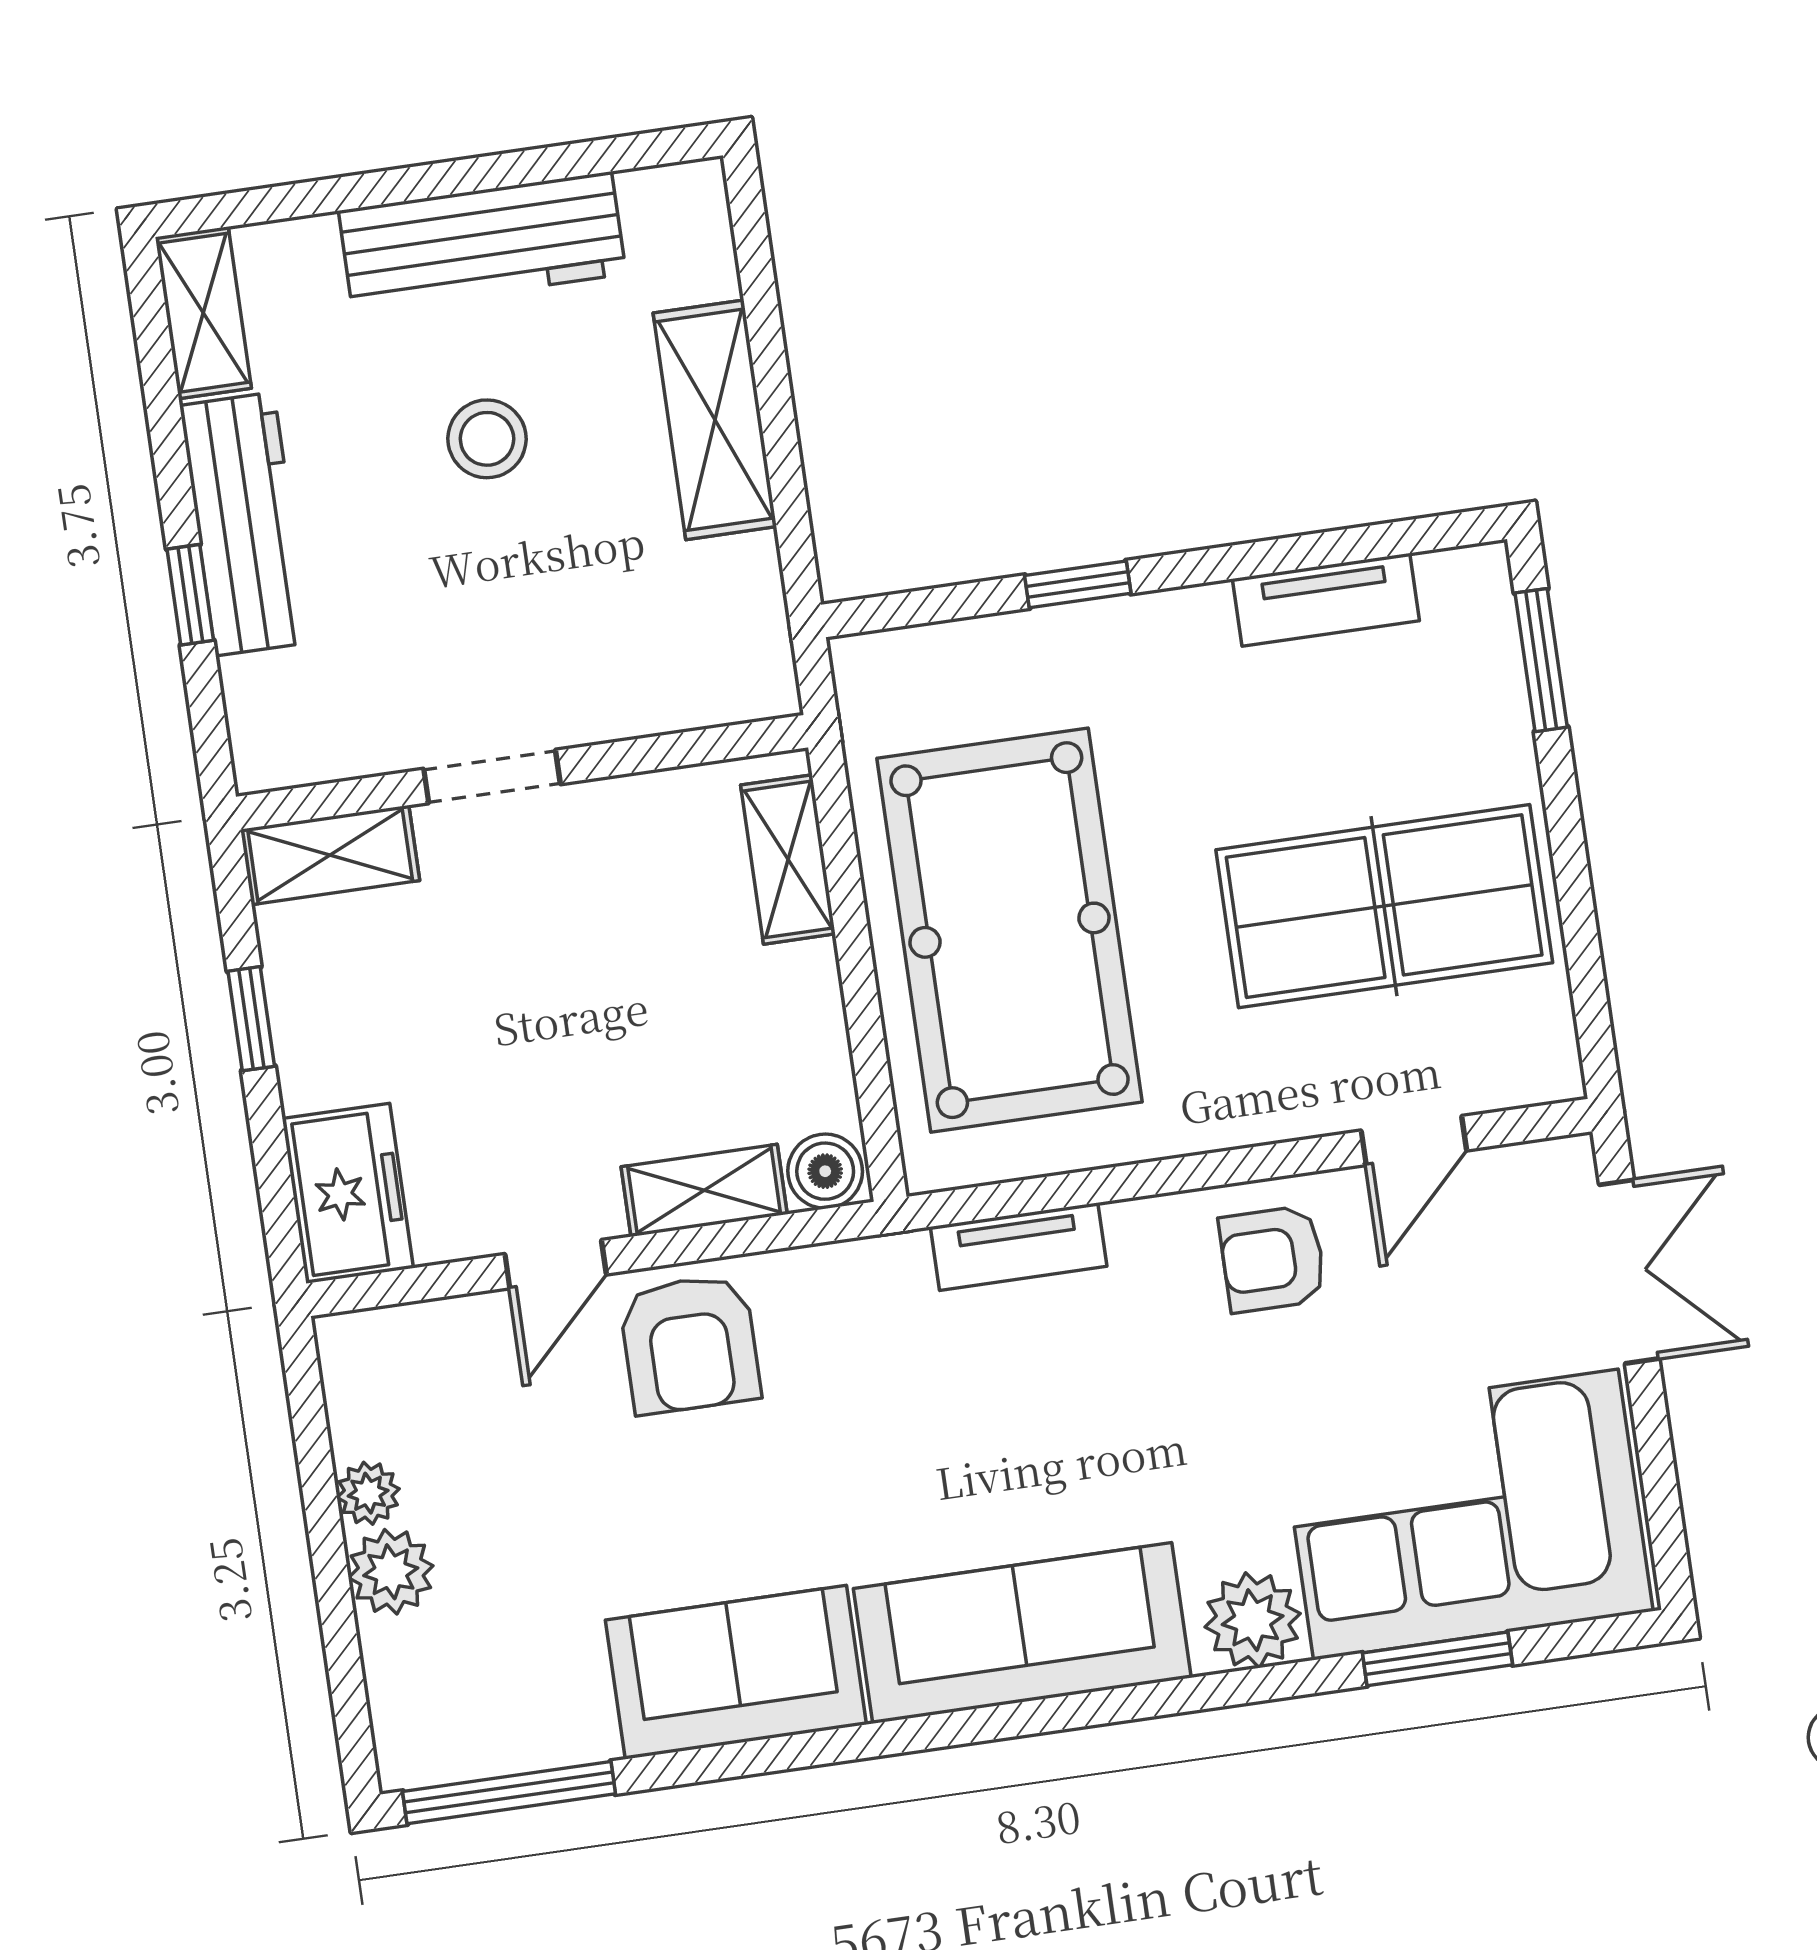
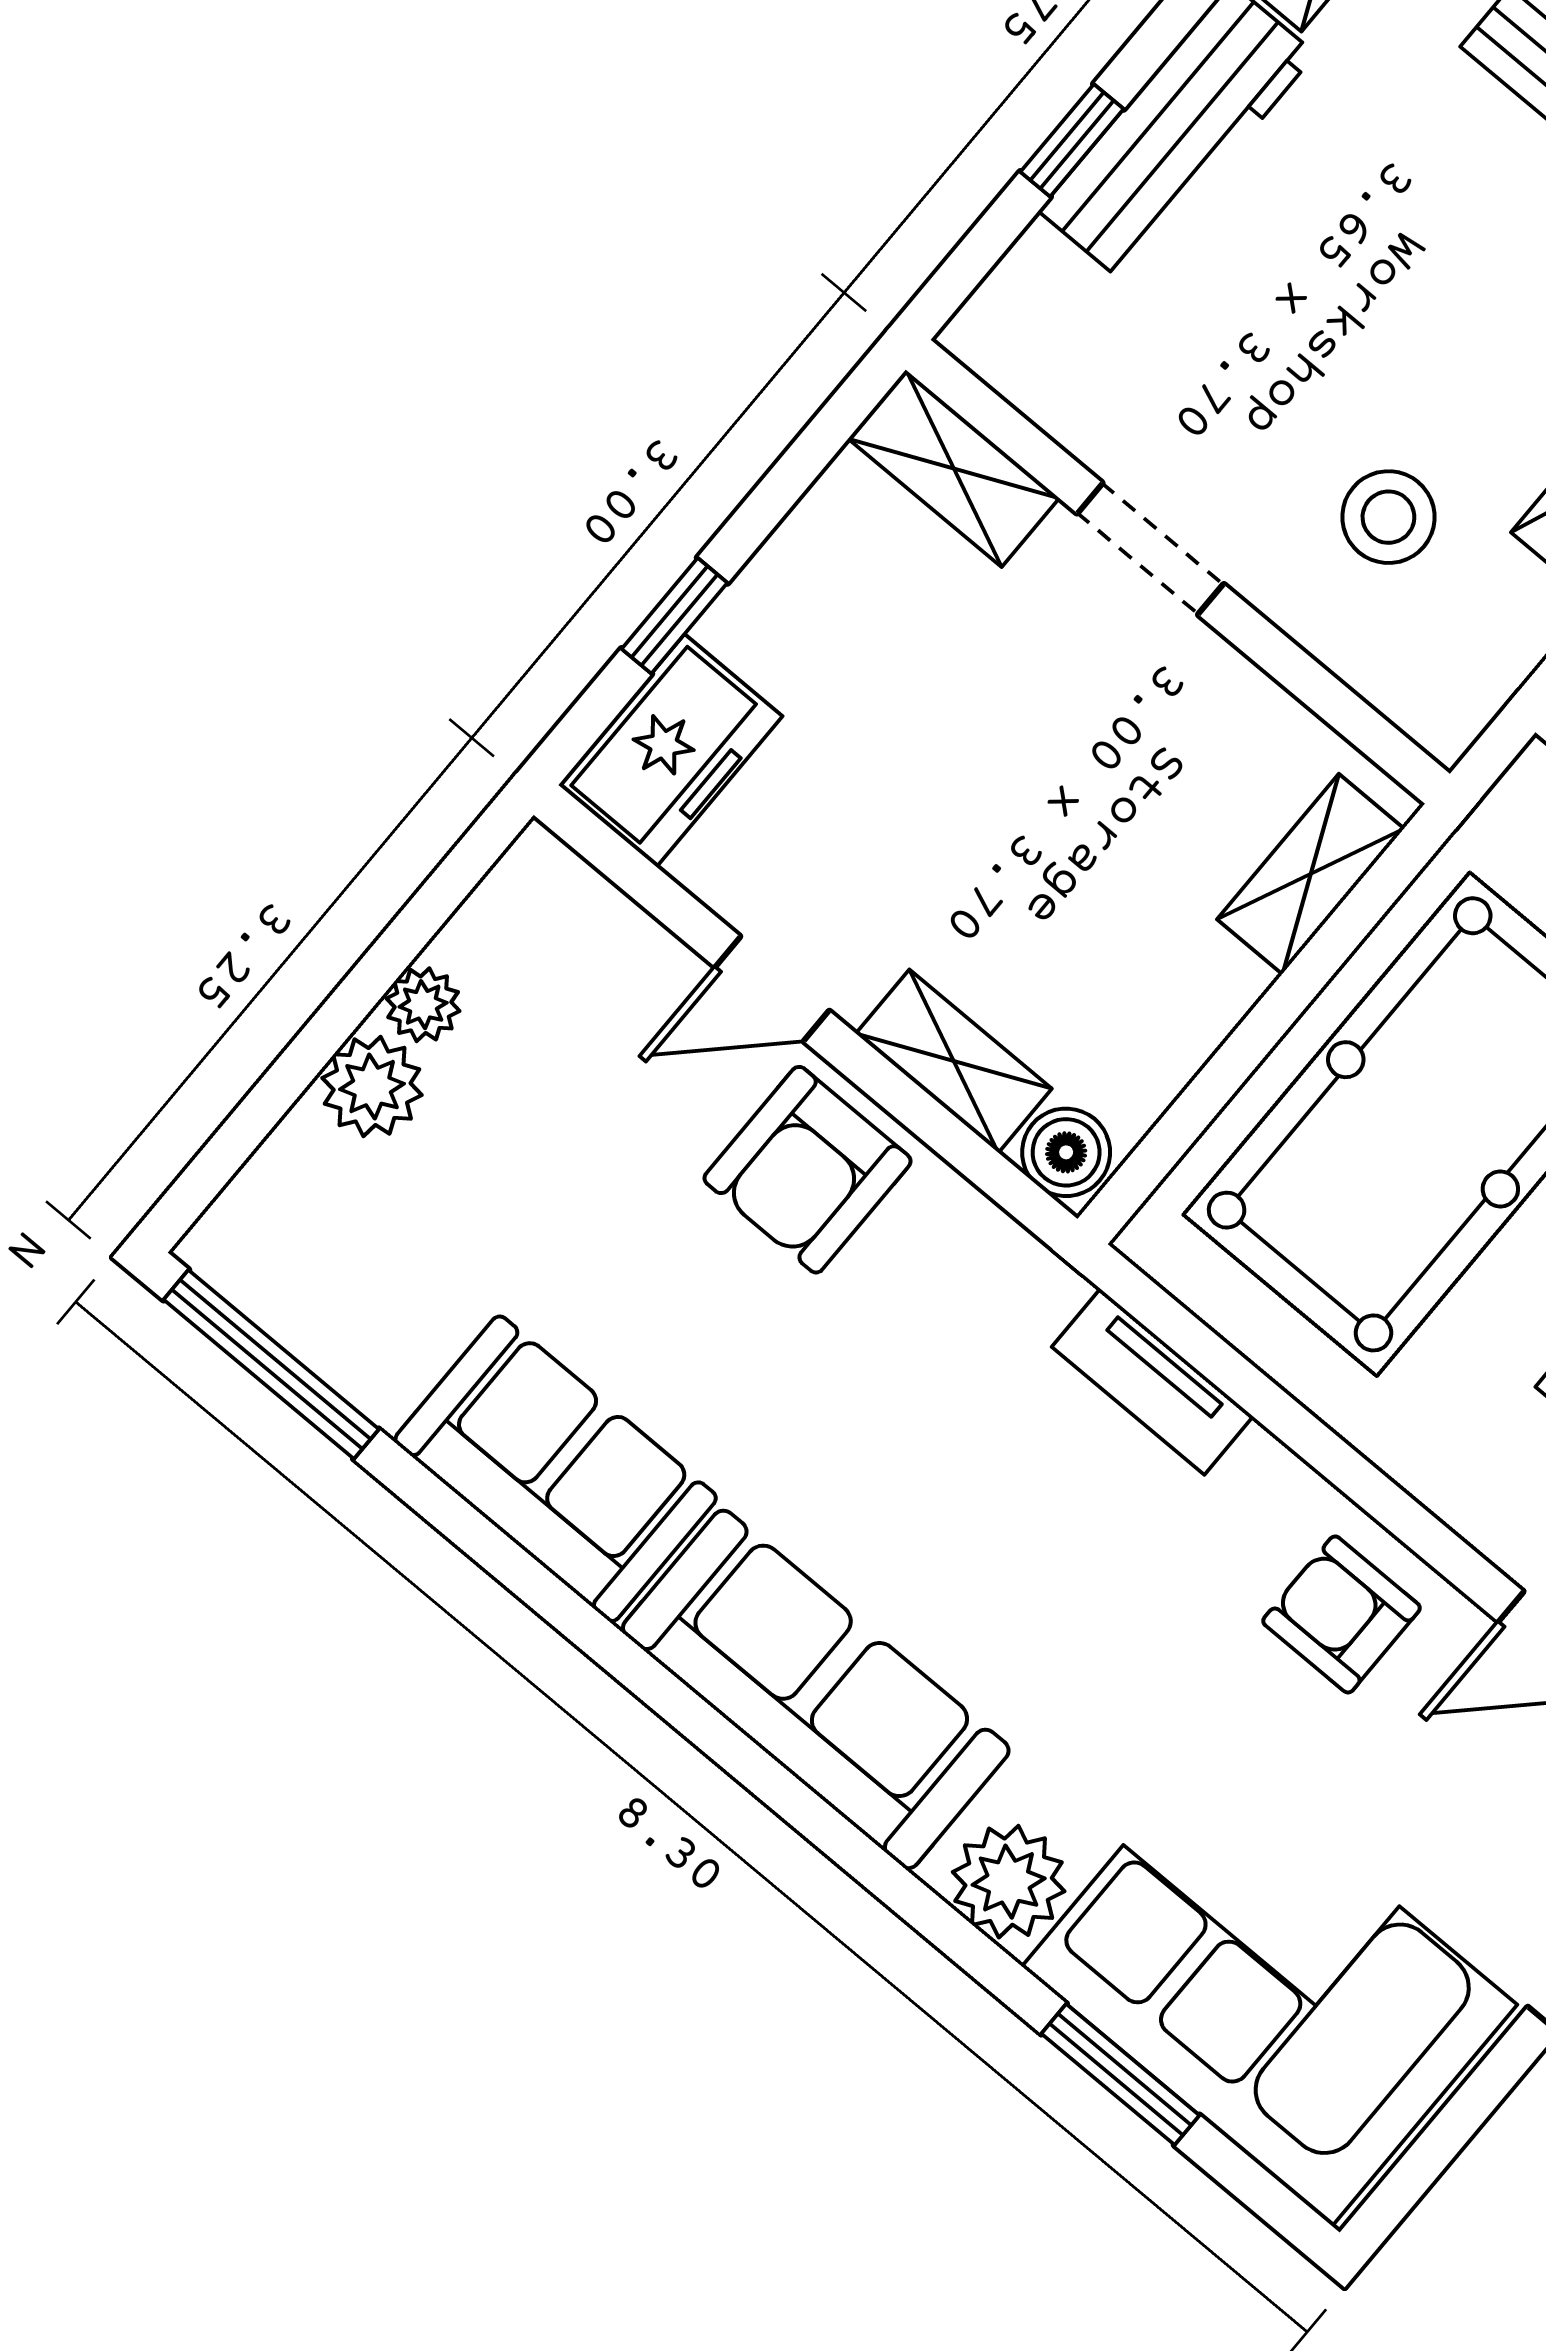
stool: (487, 439) -> (1388, 517), moved
window: (251, 1019) -> (674, 616), moved

